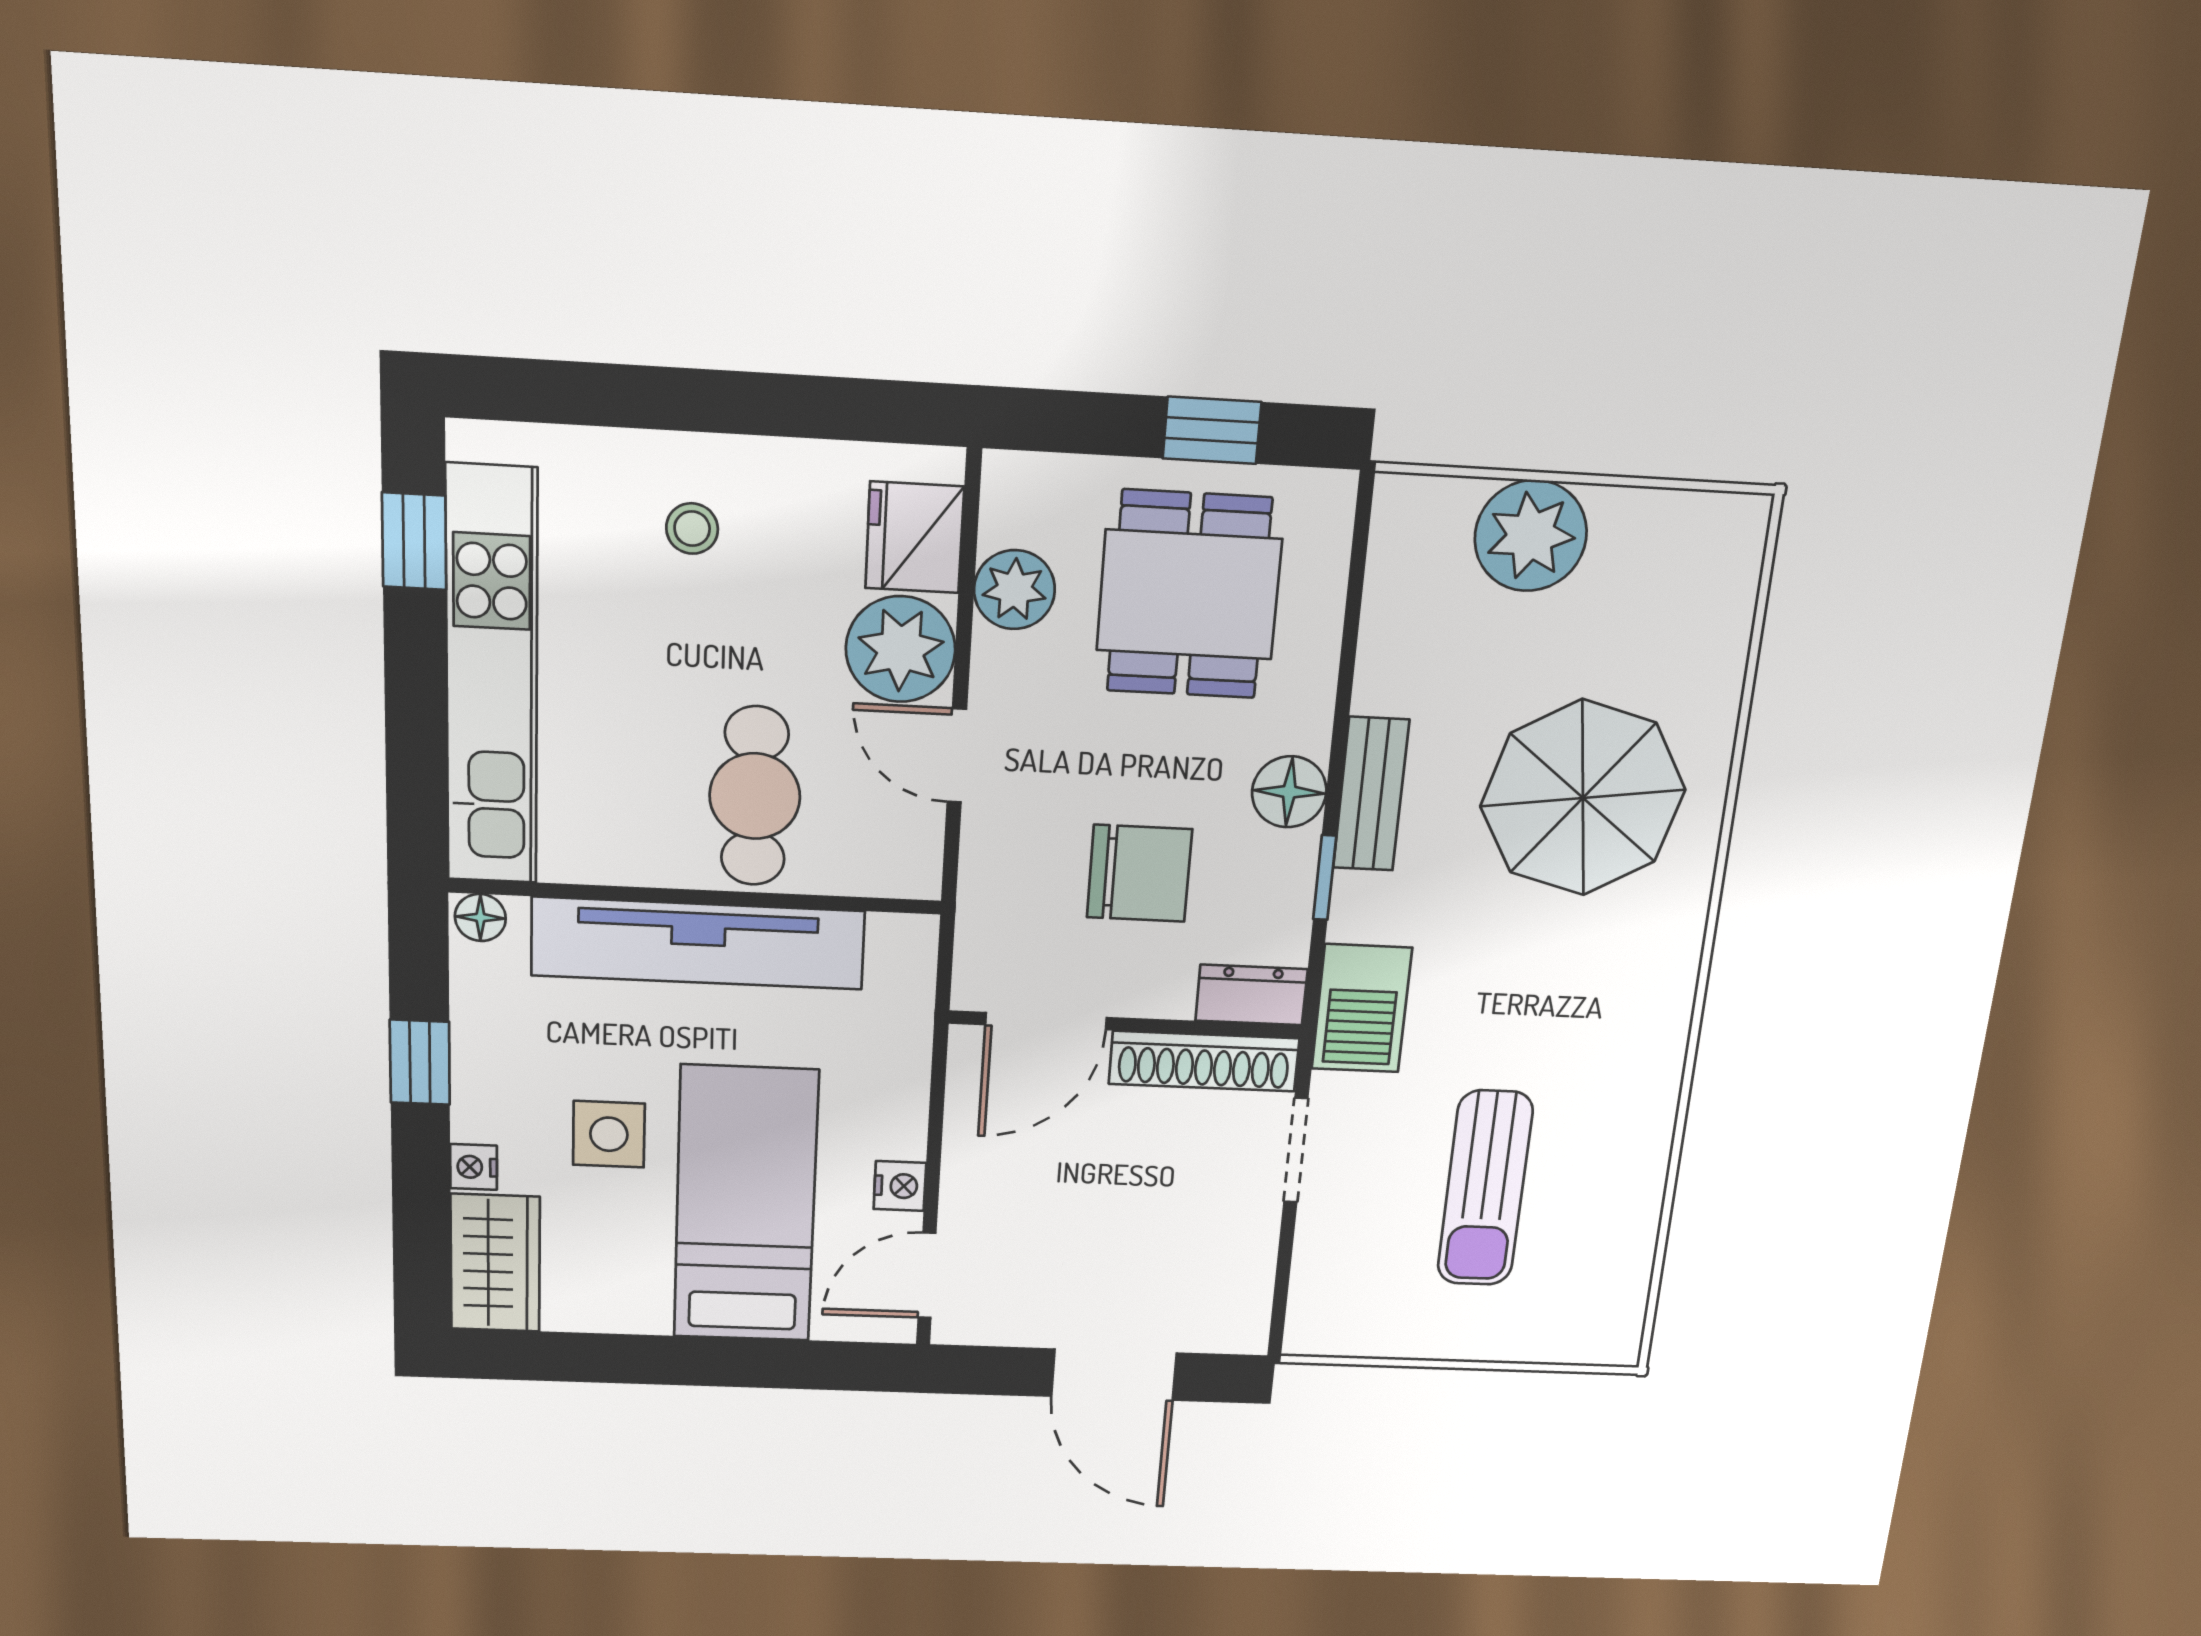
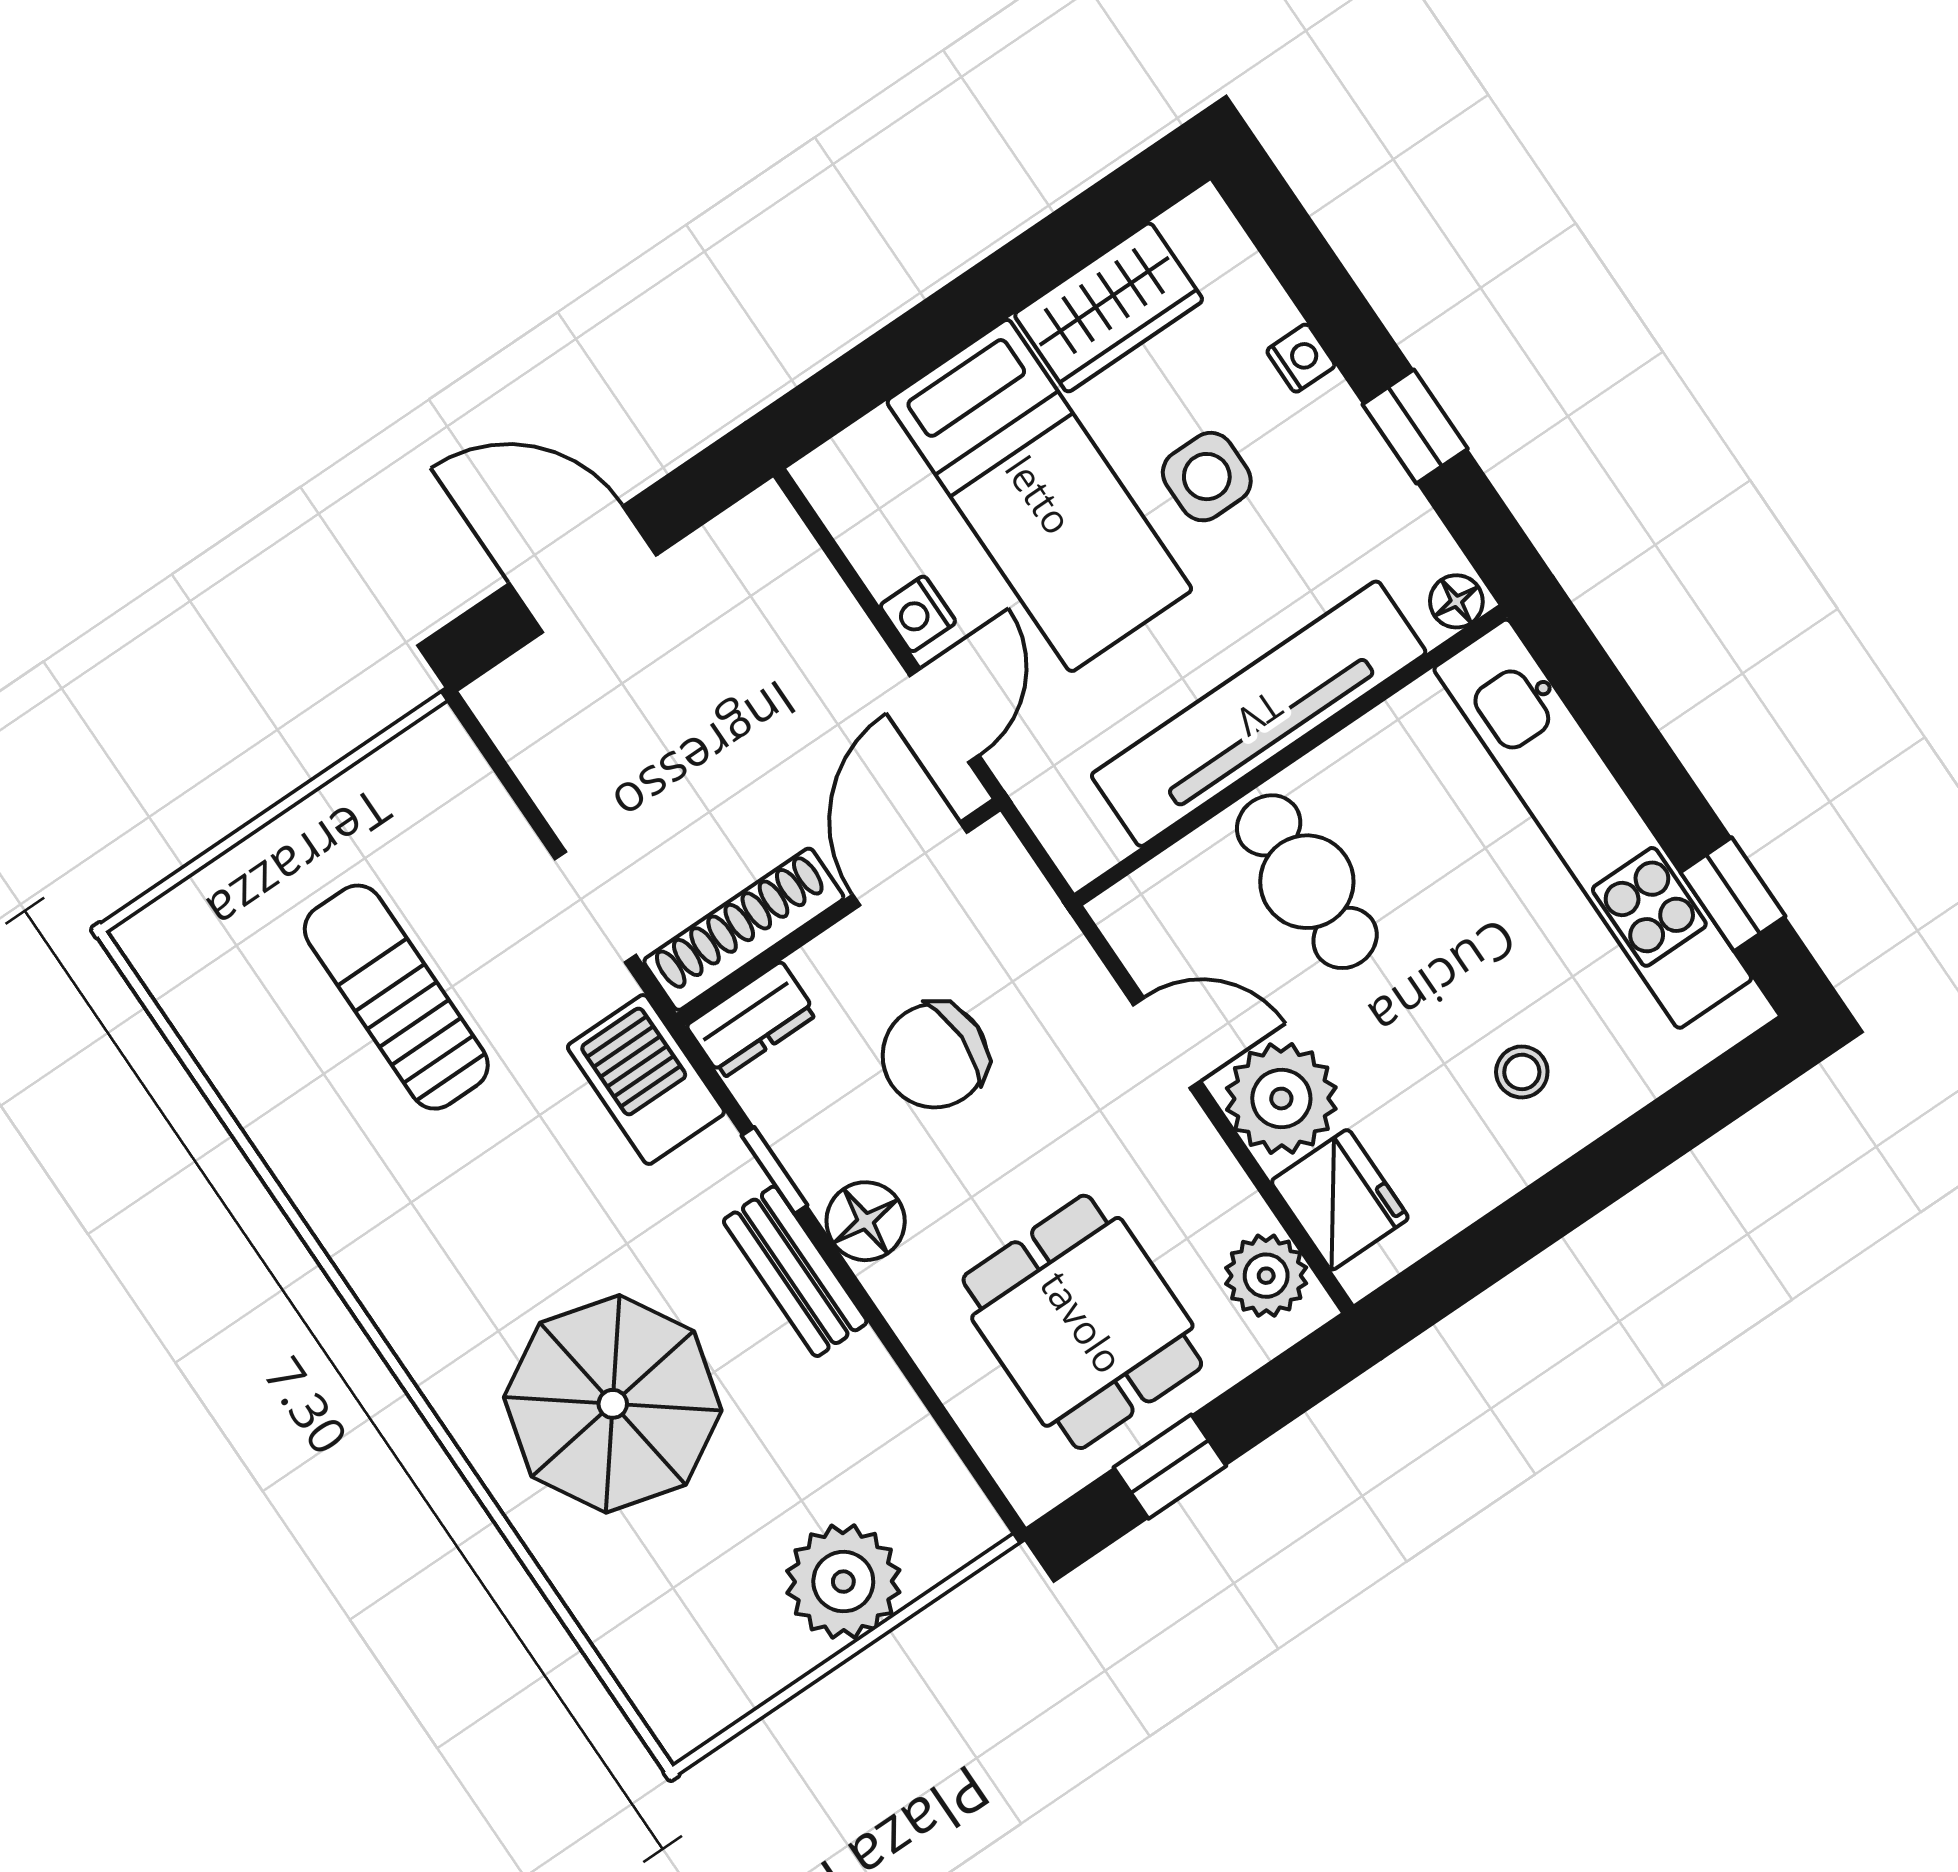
plant: (1014, 590) -> (1266, 1276), moved
wardrobe: (495, 1263) -> (1109, 307), moved, turned -90
door: (927, 1275) -> (944, 715), moved

